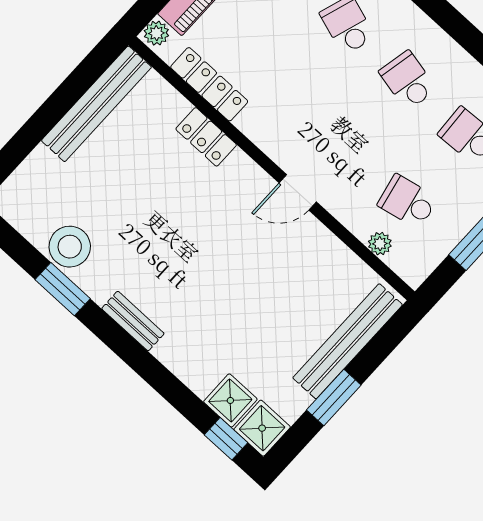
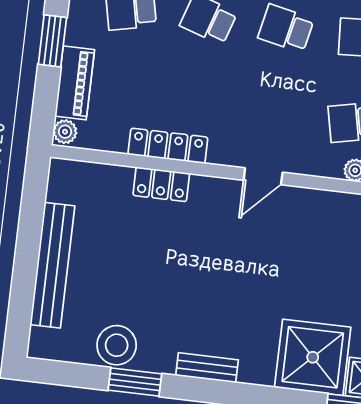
locker: (209, 84) -> (168, 146), moved
bench: (96, 104) -> (52, 265), moved
shower: (230, 400) -> (313, 357), width x1.86, depth x1.86

